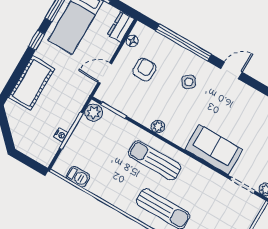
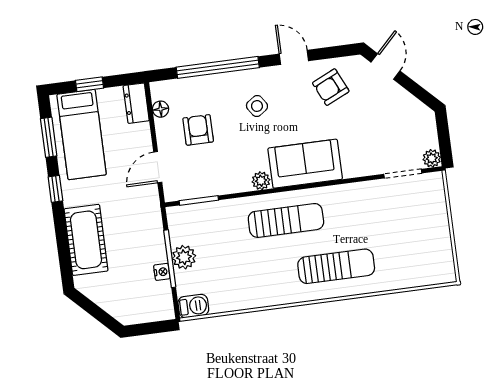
door: (231, 70) -> (294, 57), hinge flipped
armchair: (239, 104) -> (331, 87), added
plant: (94, 113) -> (184, 257), moved
sofa: (214, 150) -> (305, 164), moved
sun lounger: (155, 160) -> (286, 220), turned 180
barbecue: (78, 177) -> (193, 306), moved

